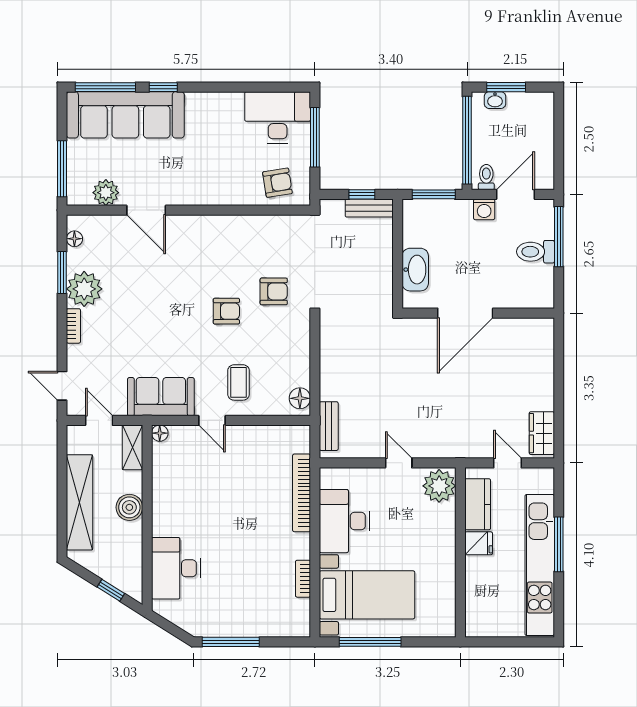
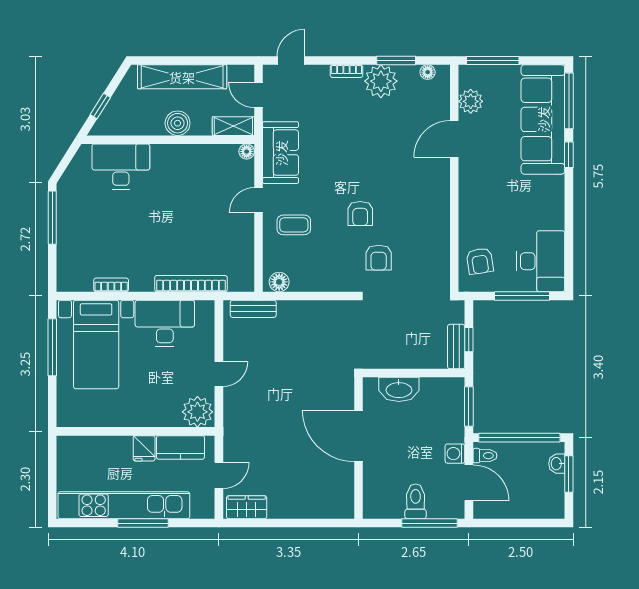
door: (99, 420) -> (258, 95), swing flipped

